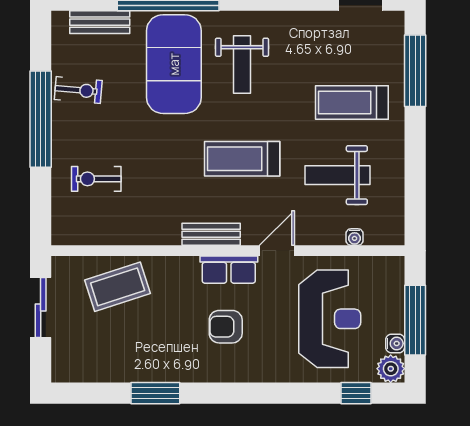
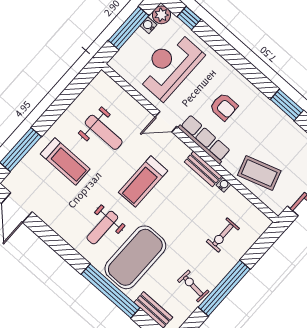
weight bench: (242, 65) -> (102, 228), turned 180
treadmill: (242, 159) -> (143, 182), turned 90
exercise bike: (96, 179) -> (223, 235), turned 90
bench: (211, 234) -> (203, 169), moved
water cooler: (354, 237) -> (224, 185), moved
row of seats: (229, 270) -> (204, 139), width x1.48

